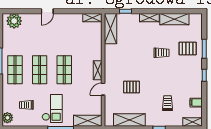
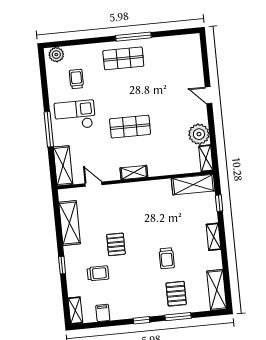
shelving: (174, 19) -> (217, 290), moved
plant: (14, 21) -> (199, 134), moved
shop shelf: (40, 70) -> (127, 92), removed
pallet: (132, 87) -> (116, 244), moved
door: (103, 89) -> (94, 184), moved
checkout: (52, 109) -> (75, 115), turned 180

